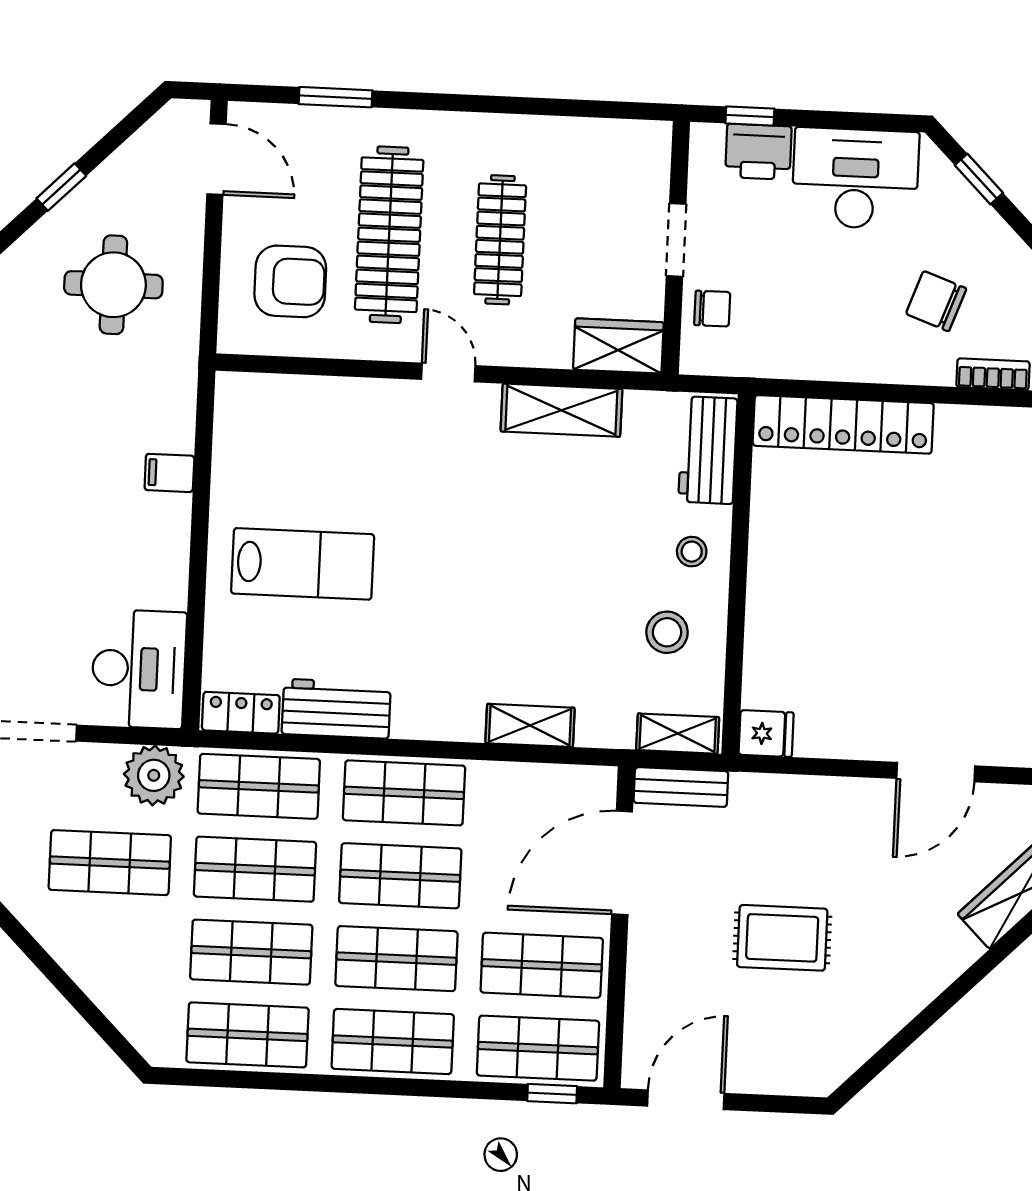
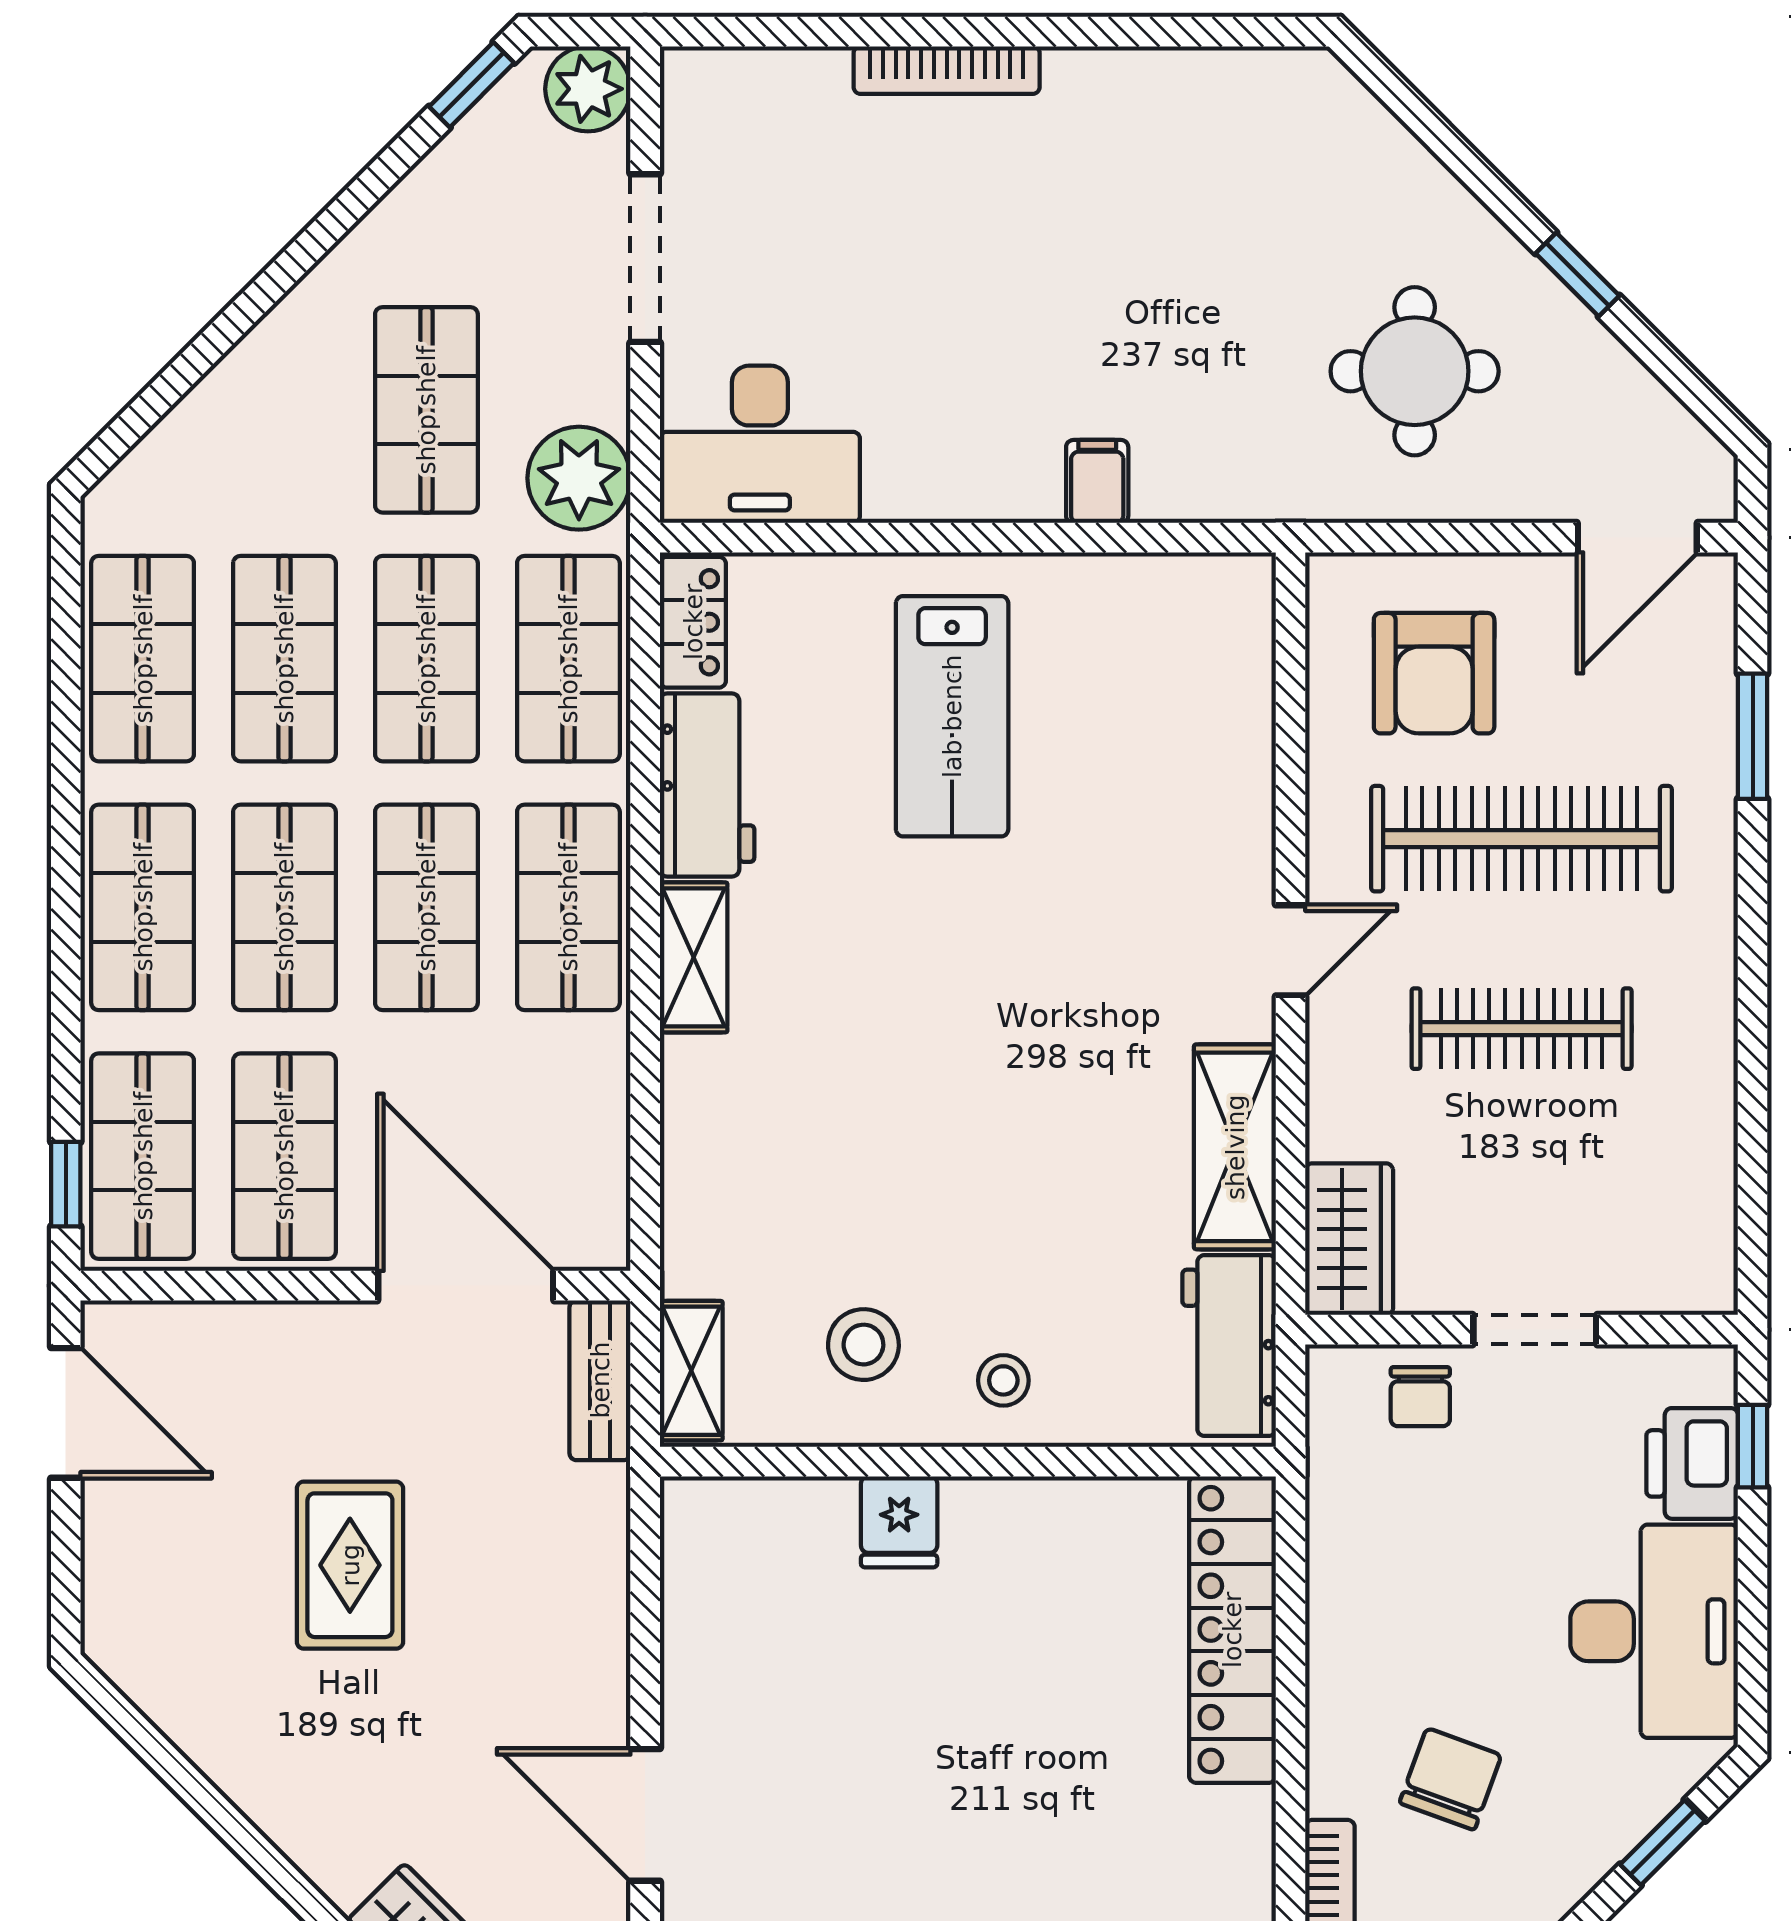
workbench: (708, 450) -> (1229, 1346), moved, turned -90
shelving: (530, 725) -> (694, 957), moved
fridge: (766, 734) -> (899, 1522), moved

